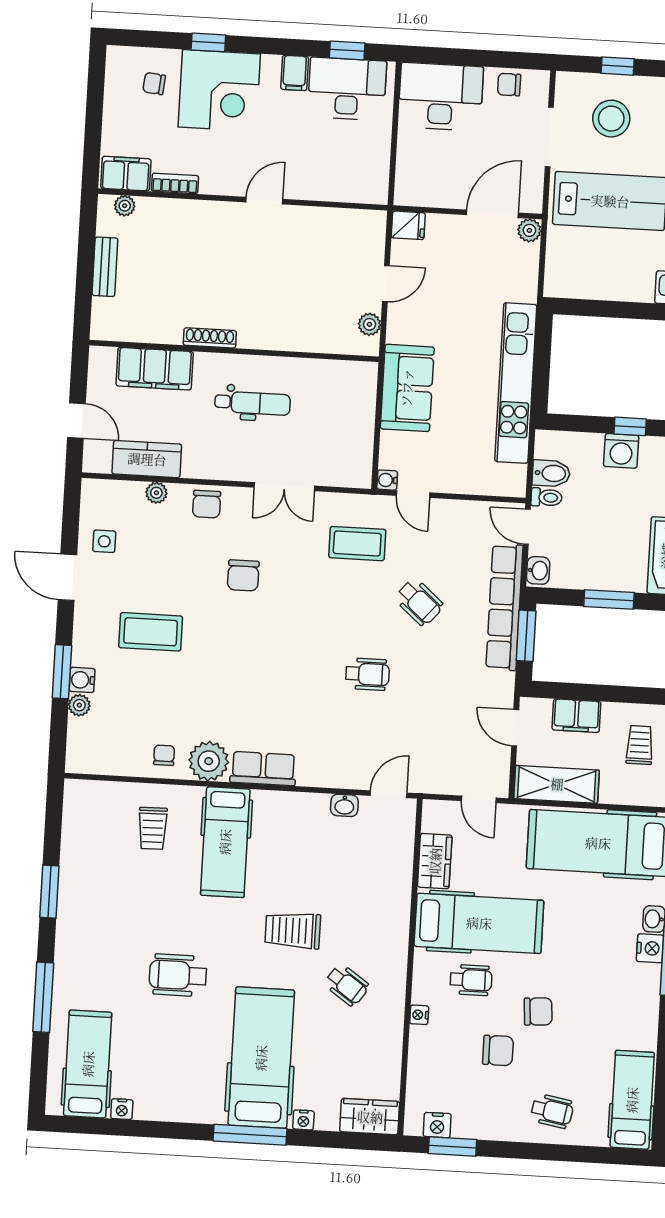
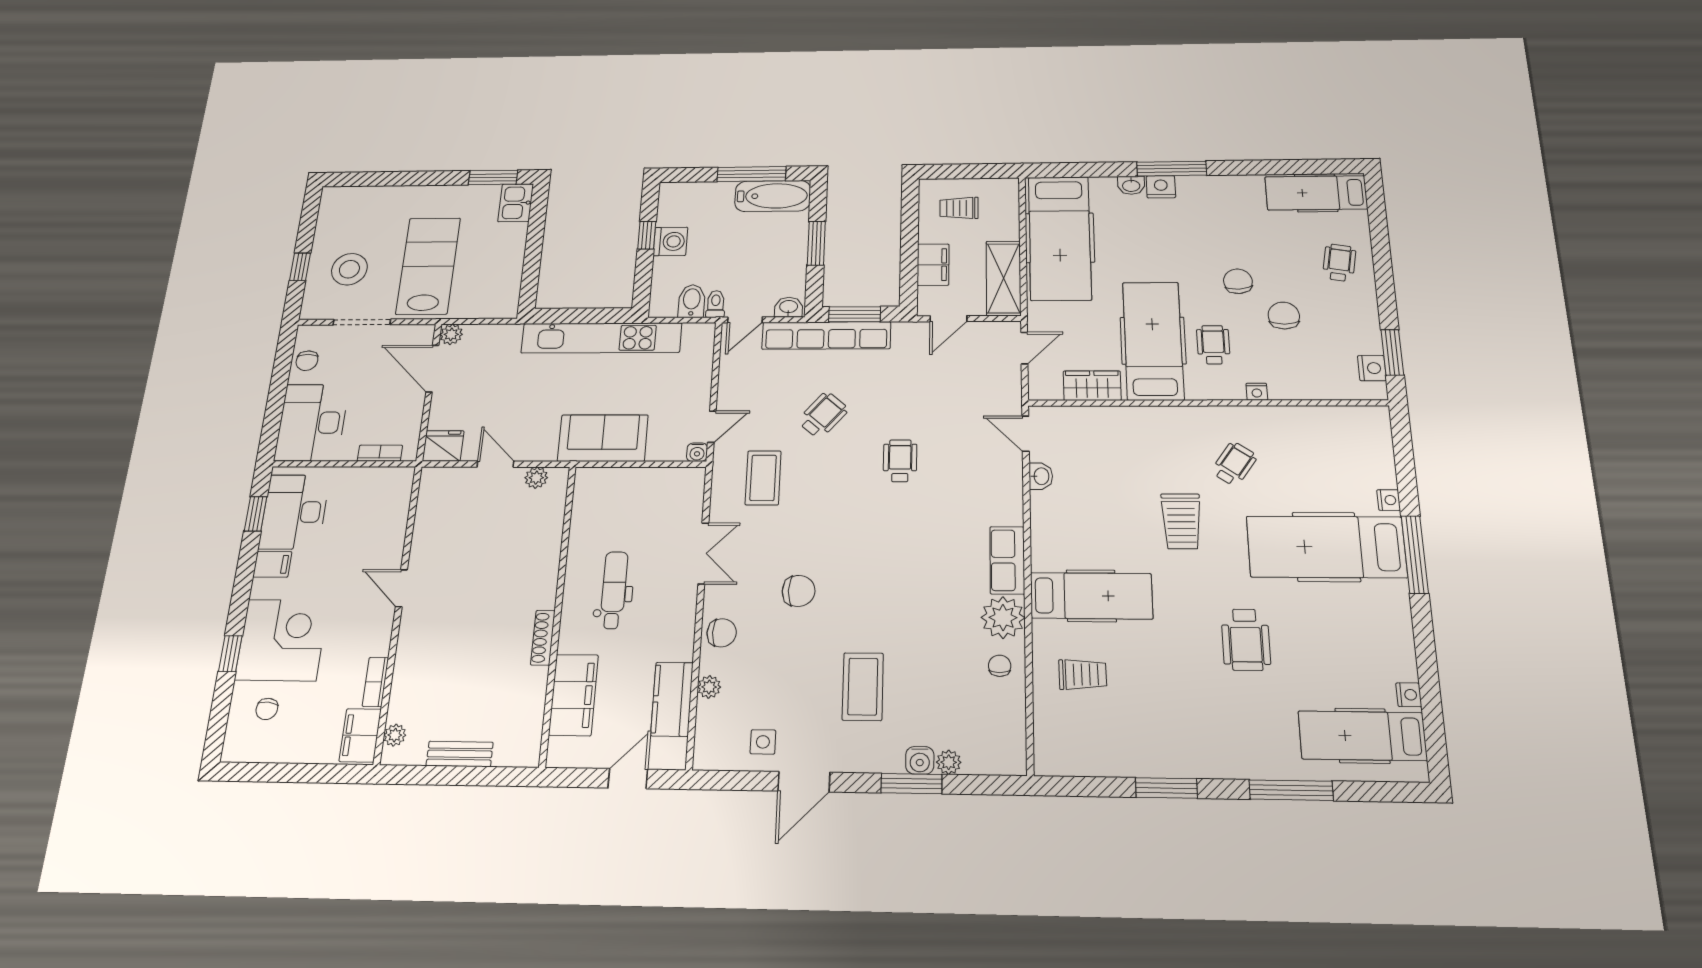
bookcase: (404, 168) -> (380, 453), added
fridge: (408, 225) -> (443, 446), width x1.38
chair: (164, 755) -> (1000, 666), turned 90
wardrobe: (370, 1117) -> (1374, 434), removed

